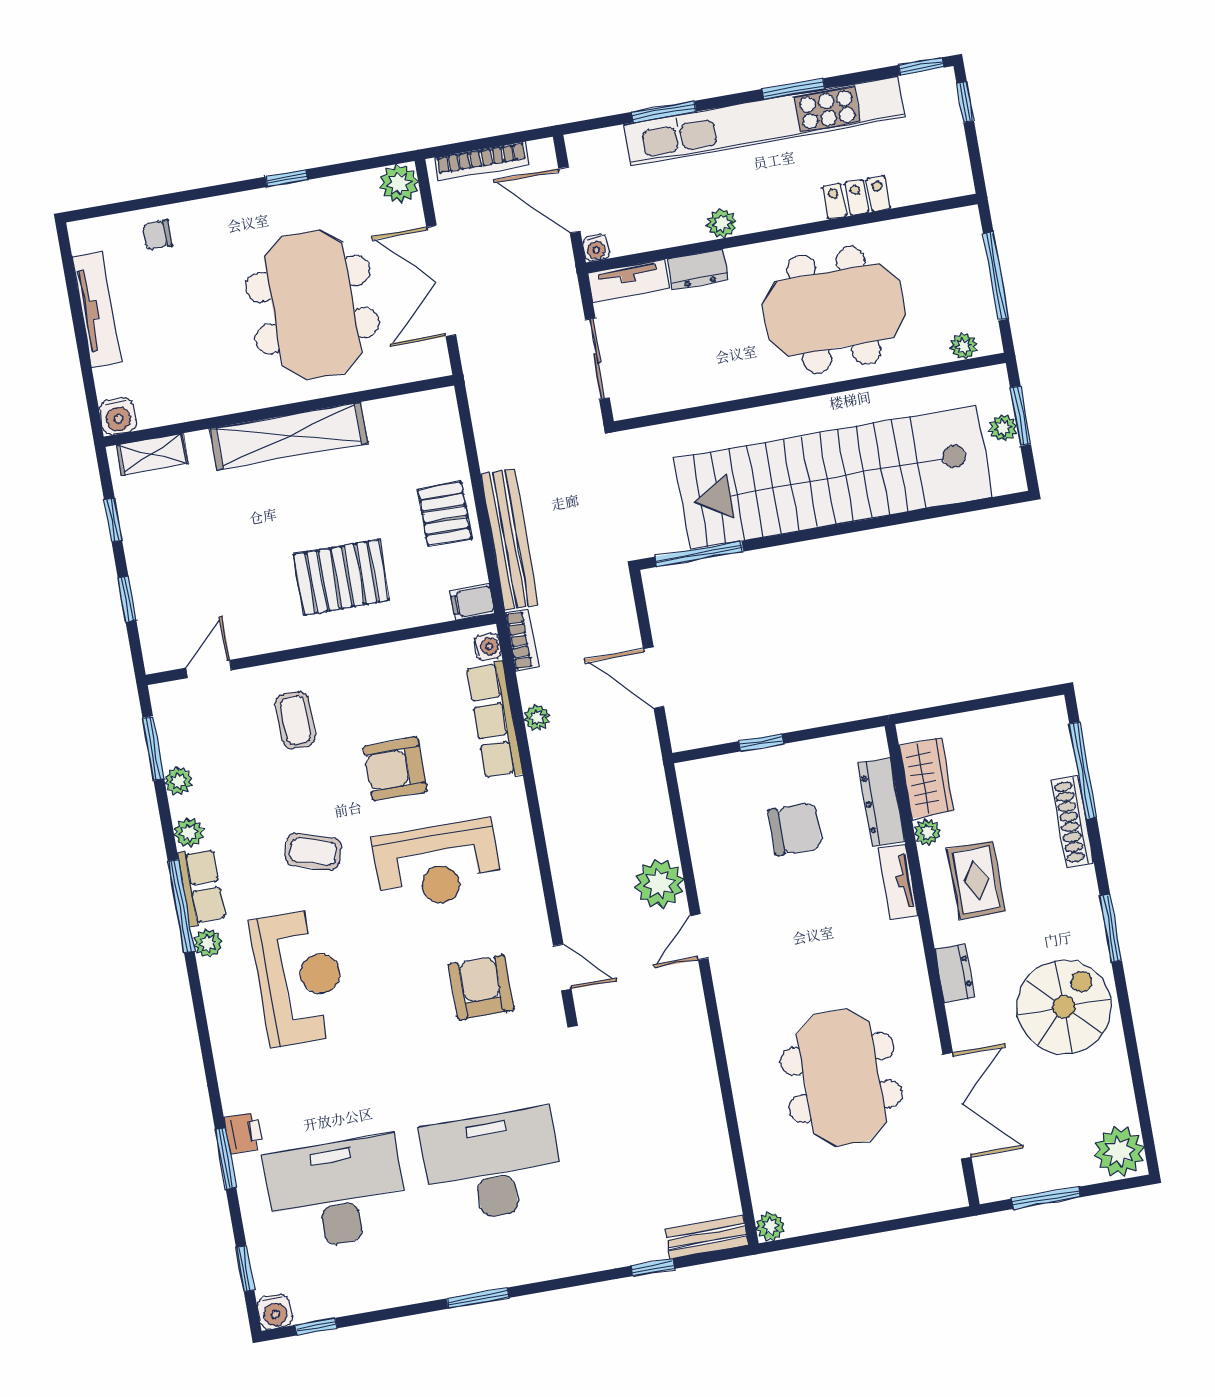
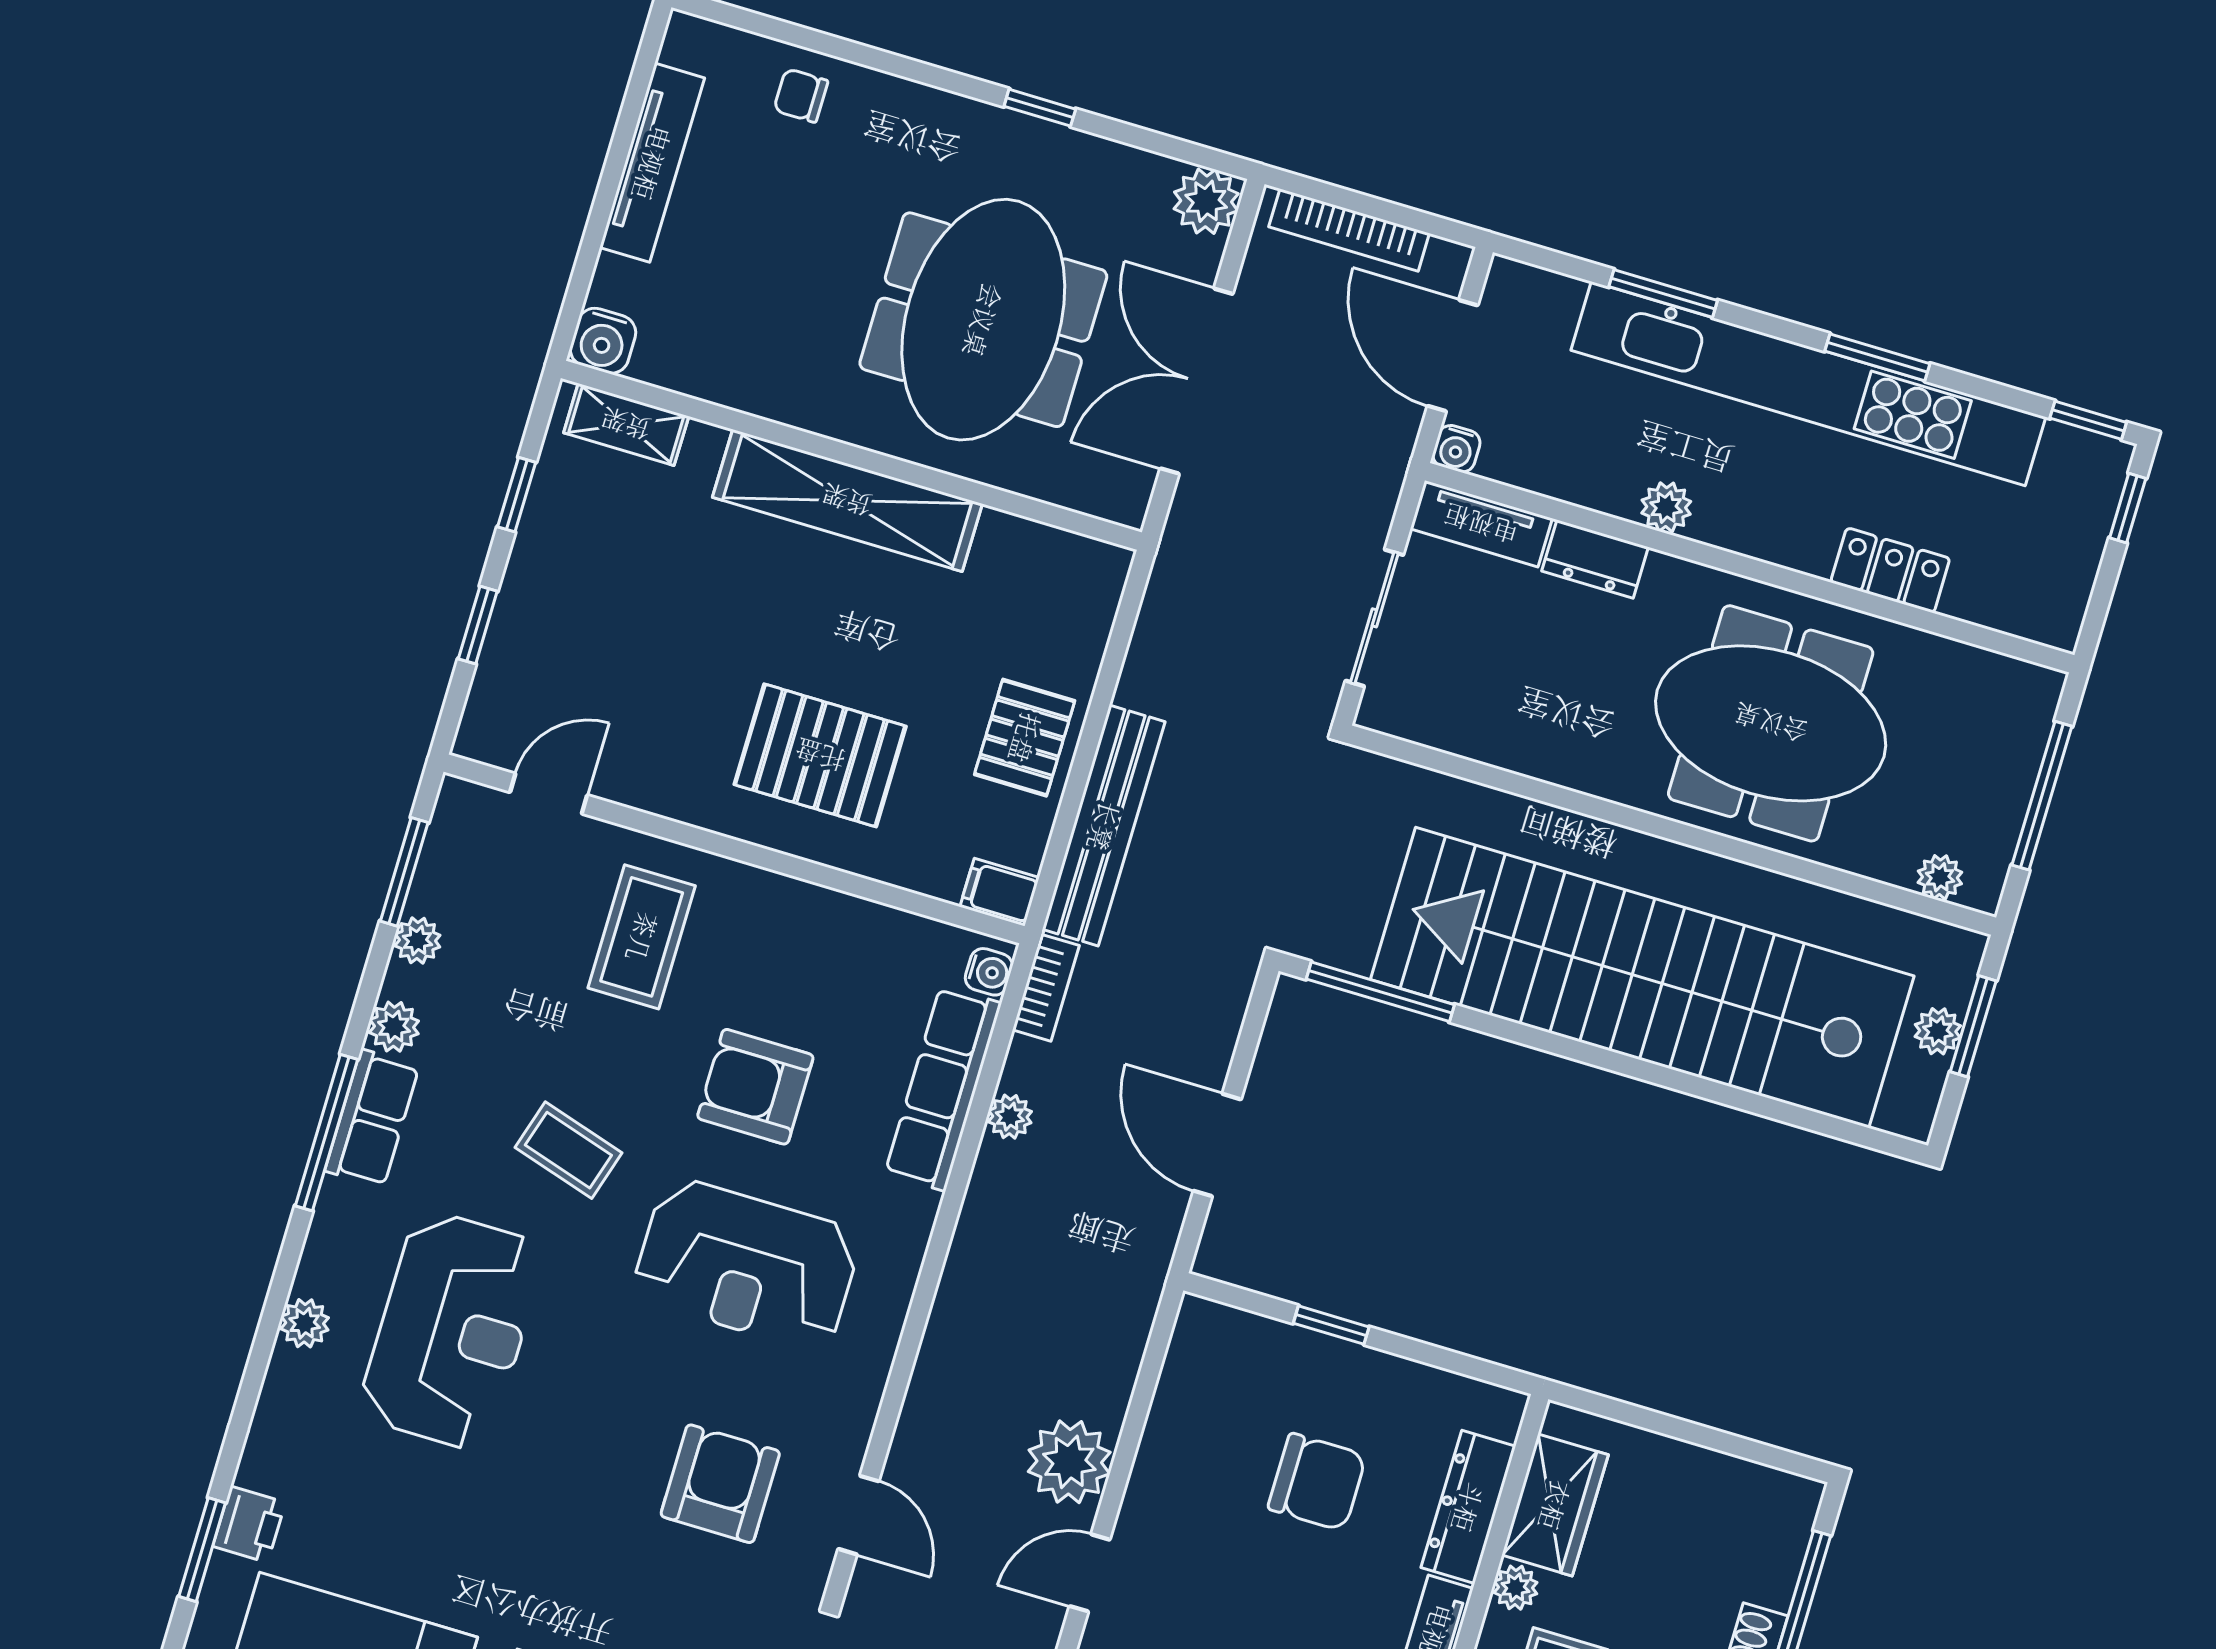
coffee table: (296, 720) -> (642, 937), width x1.36, depth x1.30
plant: (208, 943) -> (305, 1323), moved

